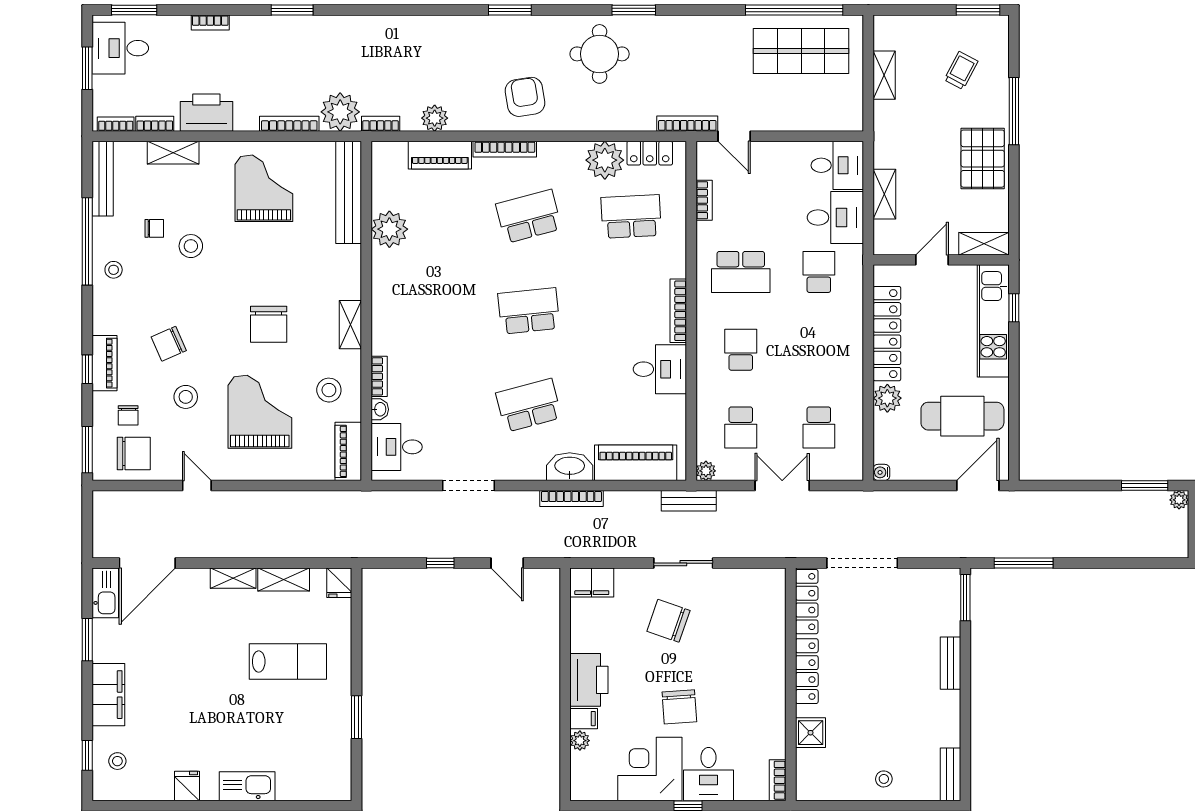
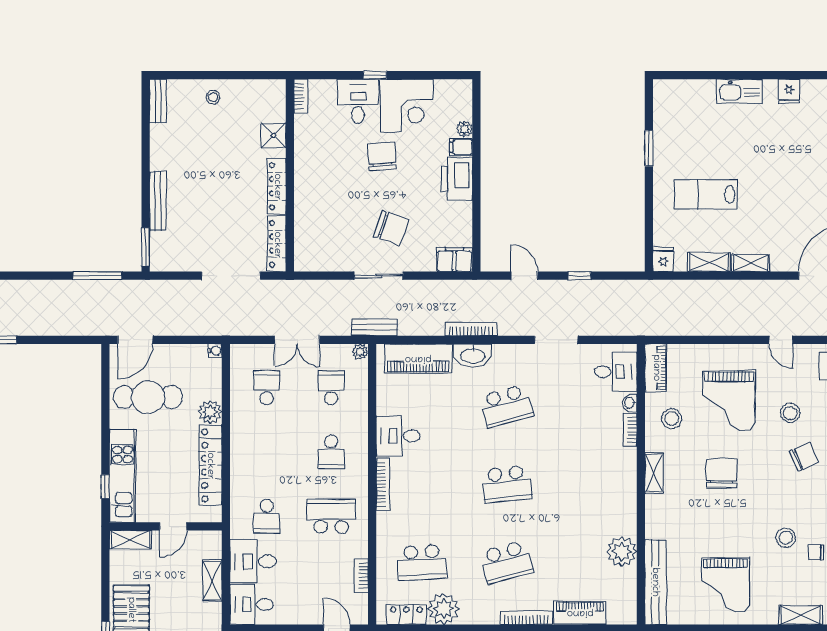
bench: (950, 663) -> (158, 201), width x1.36

